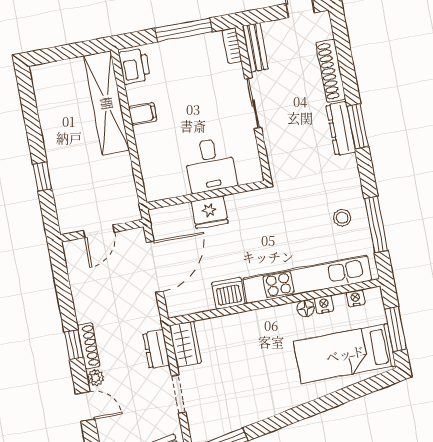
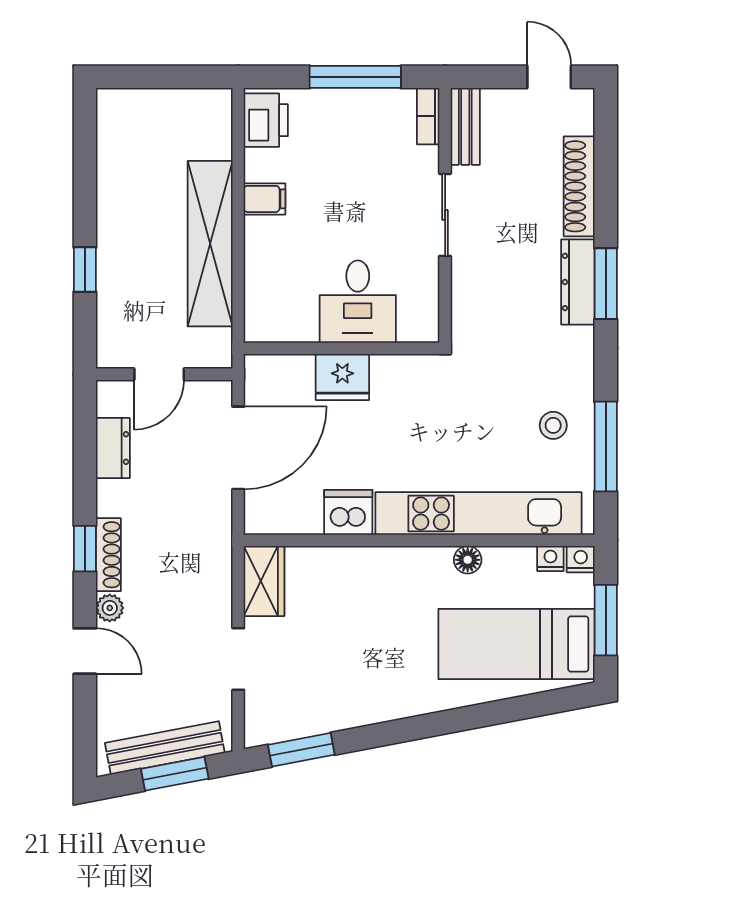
shelving: (107, 103) -> (210, 244), moved
nightstand: (324, 305) -> (581, 559), moved
dresser: (156, 349) -> (113, 448), moved, turned 180

